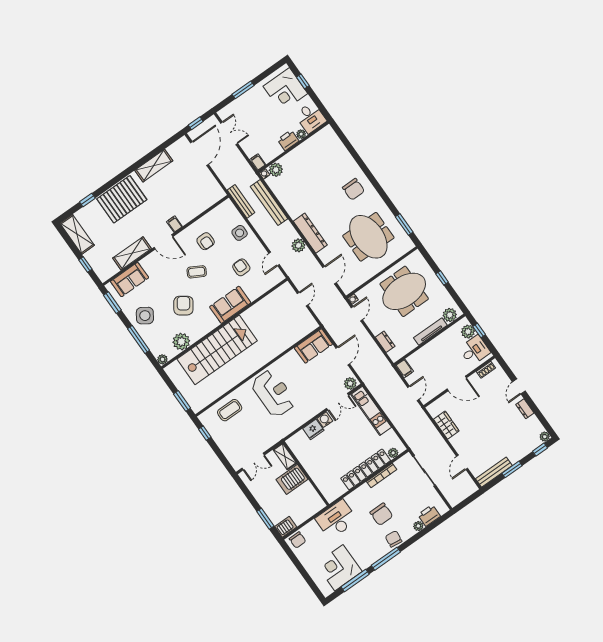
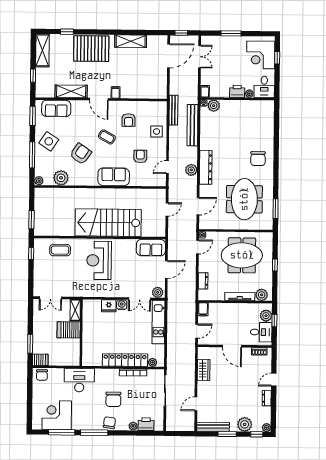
stairs: (217, 350) -> (108, 223), moved, turned 180
reception desk: (273, 393) -> (99, 260), turned 180
plant: (522, 448) -> (245, 424), added

